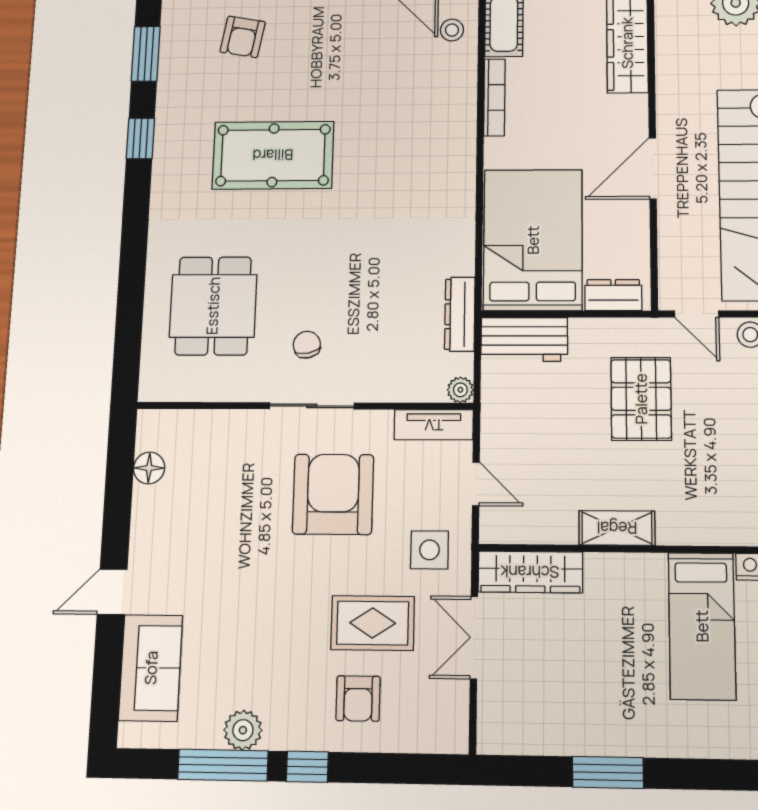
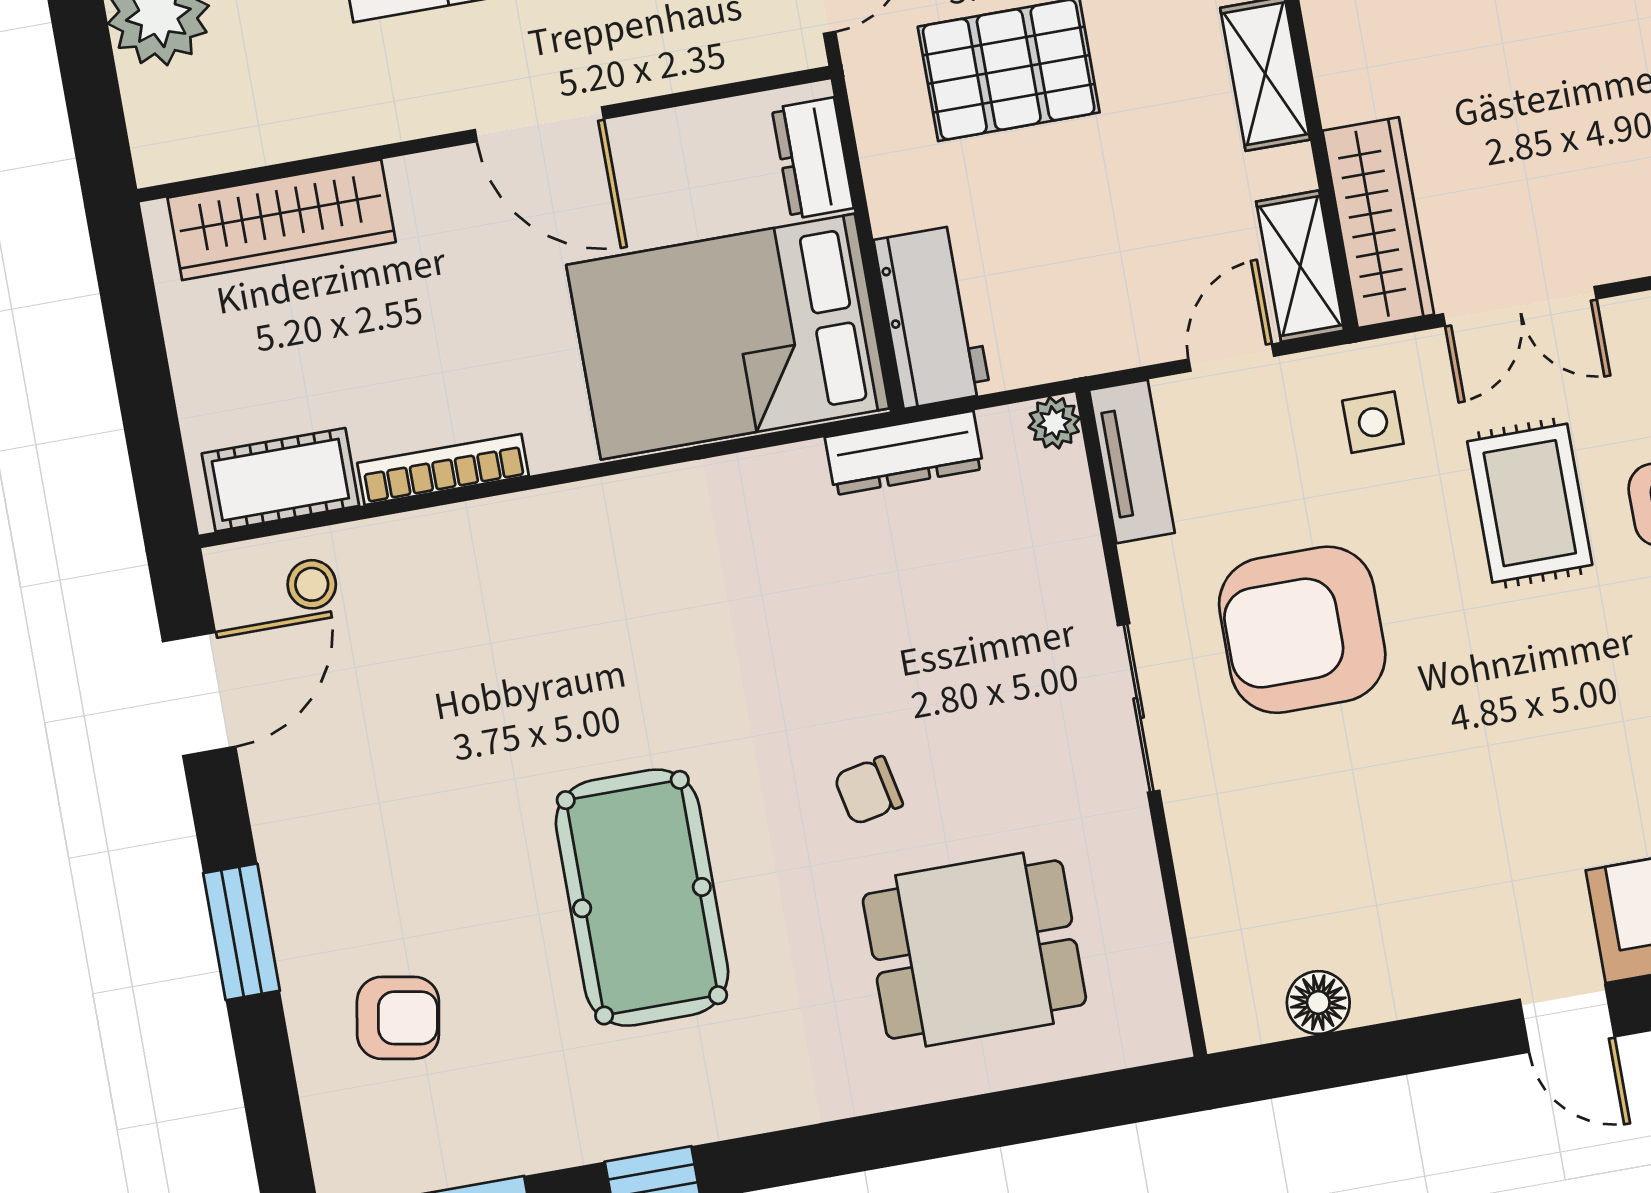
chair: (307, 345) -> (868, 791), moved
shelving: (516, 527) -> (1300, 266), added
side table: (429, 550) -> (1373, 422), width x0.73, depth x0.73

